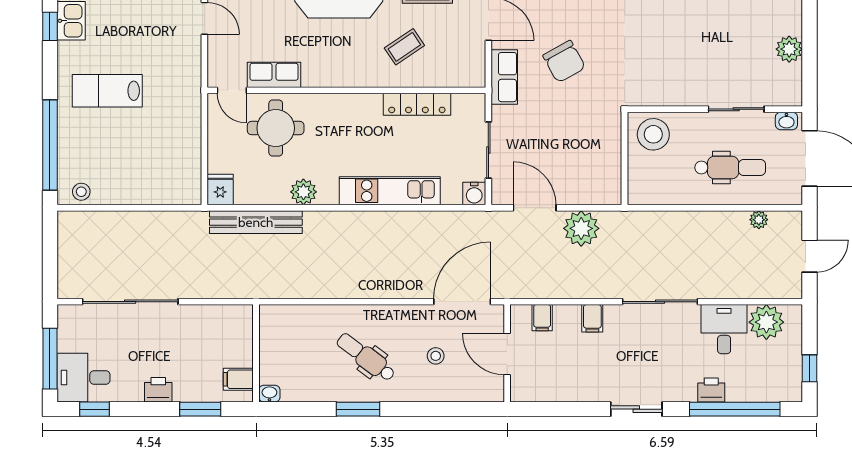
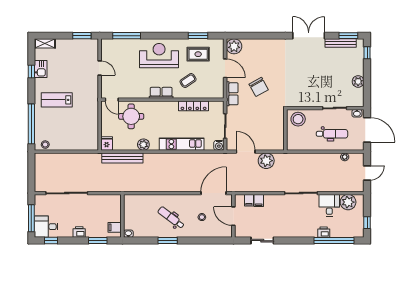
row of seats: (274, 75) -> (161, 93), moved
filing cabinet: (592, 318) -> (259, 200), moved
sliding door: (636, 409) -> (262, 241), moved

